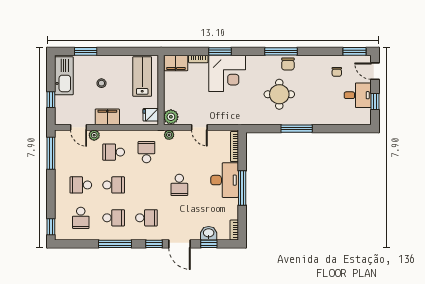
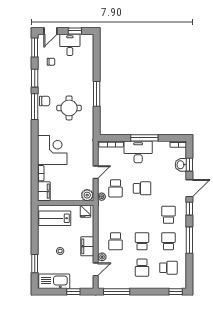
window: (220, 51) -> (35, 78), moved
school desk: (146, 152) -> (116, 188), moved, turned -90

